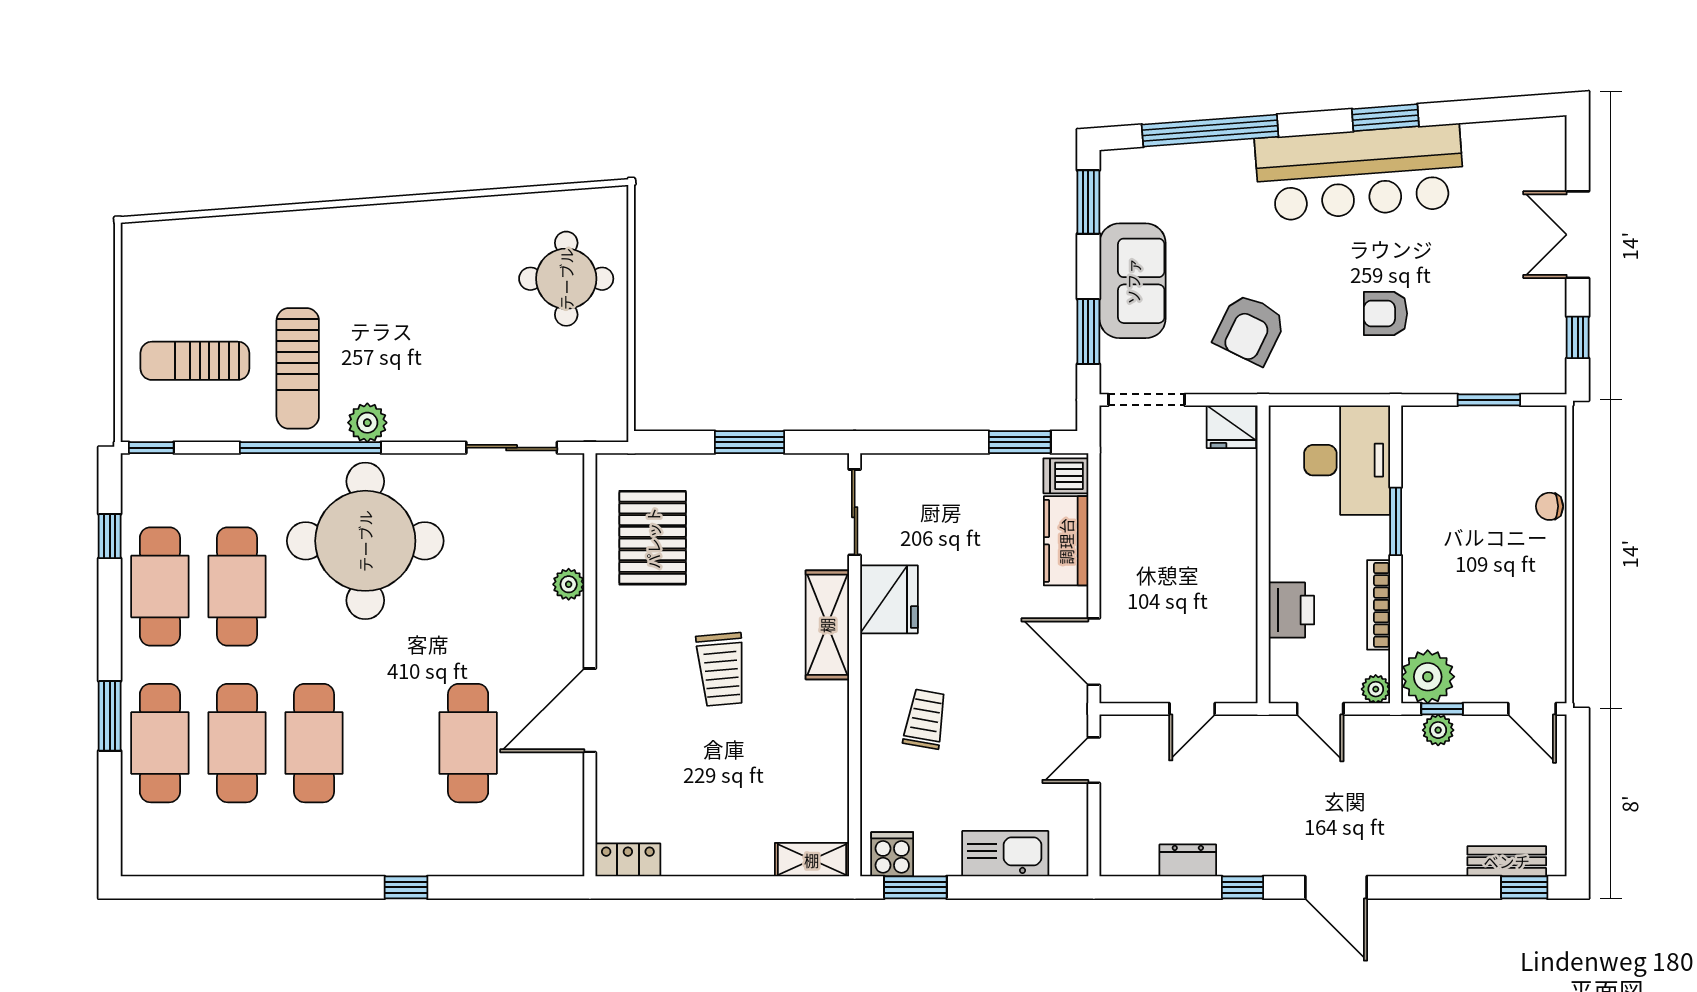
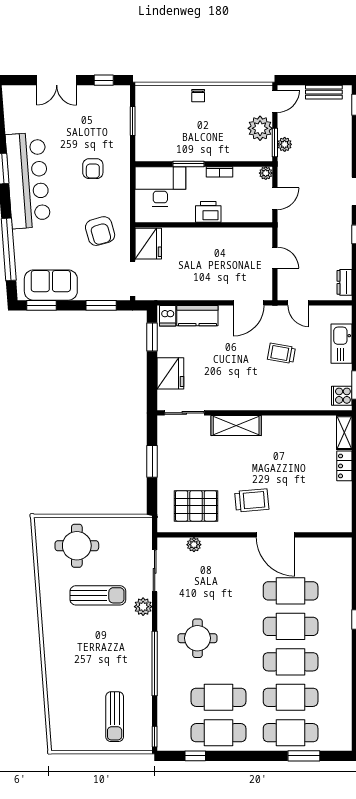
sofa: (1133, 281) -> (51, 285), moved
armchair: (1250, 329) -> (100, 231), turned 48
sun lounger: (298, 368) -> (98, 595), moved
plant: (367, 423) -> (143, 607), moved
fridge: (1231, 427) -> (148, 244), width x1.36, depth x1.34
chair: (1549, 506) -> (198, 96), moved
round table: (365, 541) -> (197, 638), width x0.54, depth x0.54
plant: (569, 584) -> (194, 545), moved
fridge: (889, 599) -> (170, 373), moved, turned 90
bookcase: (1379, 605) -> (220, 172), width x0.64
printer: (1291, 610) -> (208, 212), moved
trolley: (721, 669) -> (252, 500), moved
plant: (1428, 677) -> (260, 128), moved
window: (1442, 709) -> (275, 143), width x1.50
window: (110, 716) -> (304, 756), moved
trolley: (925, 719) -> (281, 353), moved
cafe table: (391, 743) -> (291, 626), added
locker: (628, 860) -> (344, 466), moved
dresser: (1188, 860) -> (345, 282), moved
bench: (1507, 861) -> (324, 92), moved, turned 90

